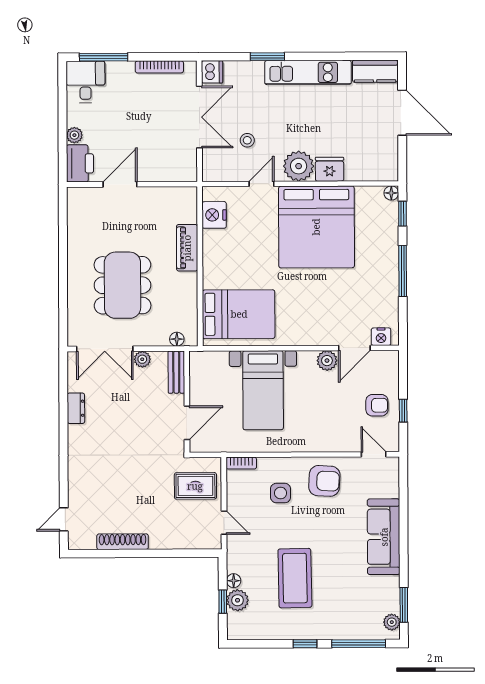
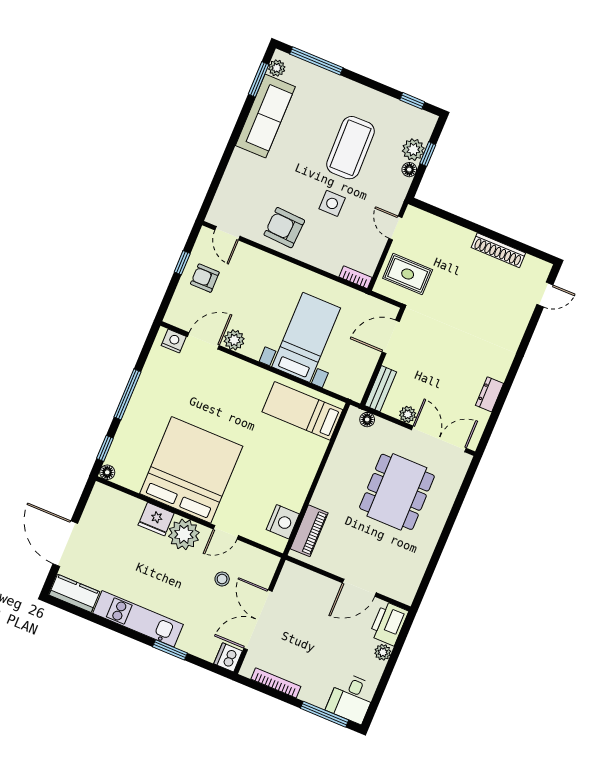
piano: (187, 248) -> (309, 531), moved
bed: (239, 314) -> (302, 411), width x0.67
side table: (281, 493) -> (332, 203), moved
sofa: (384, 537) -> (265, 116), moved
window: (305, 644) -> (412, 101), moved

